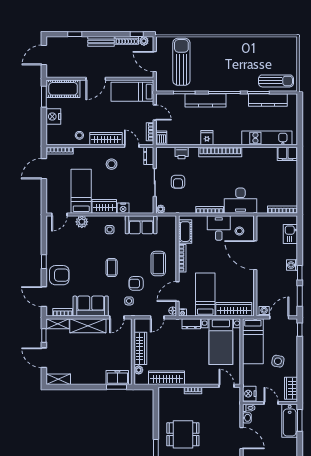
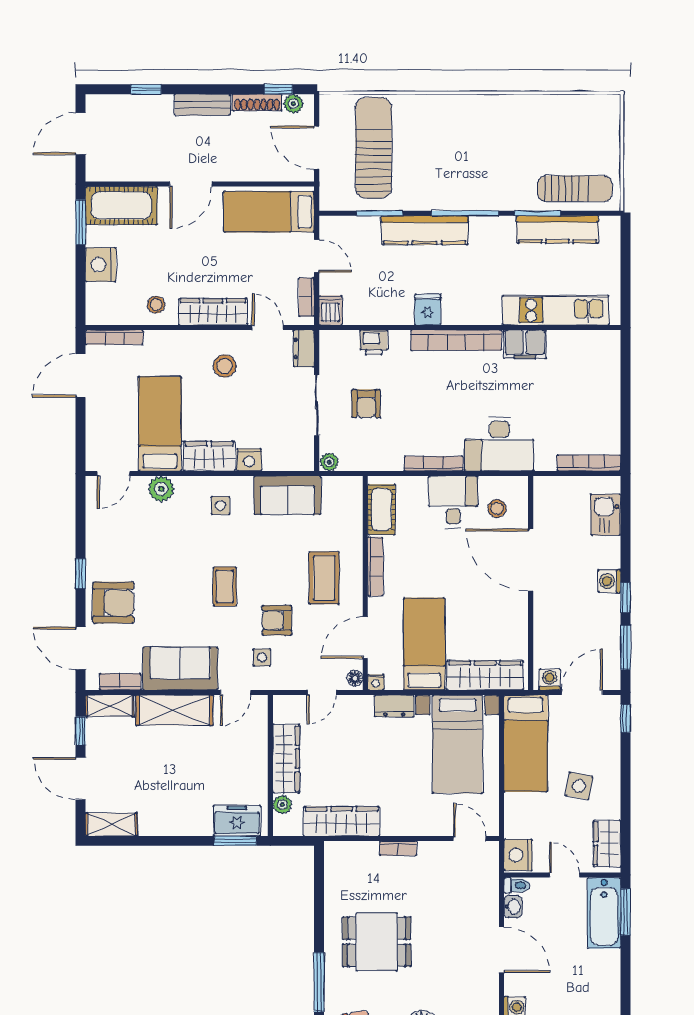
filing cabinet: (287, 154) -> (525, 344), moved

